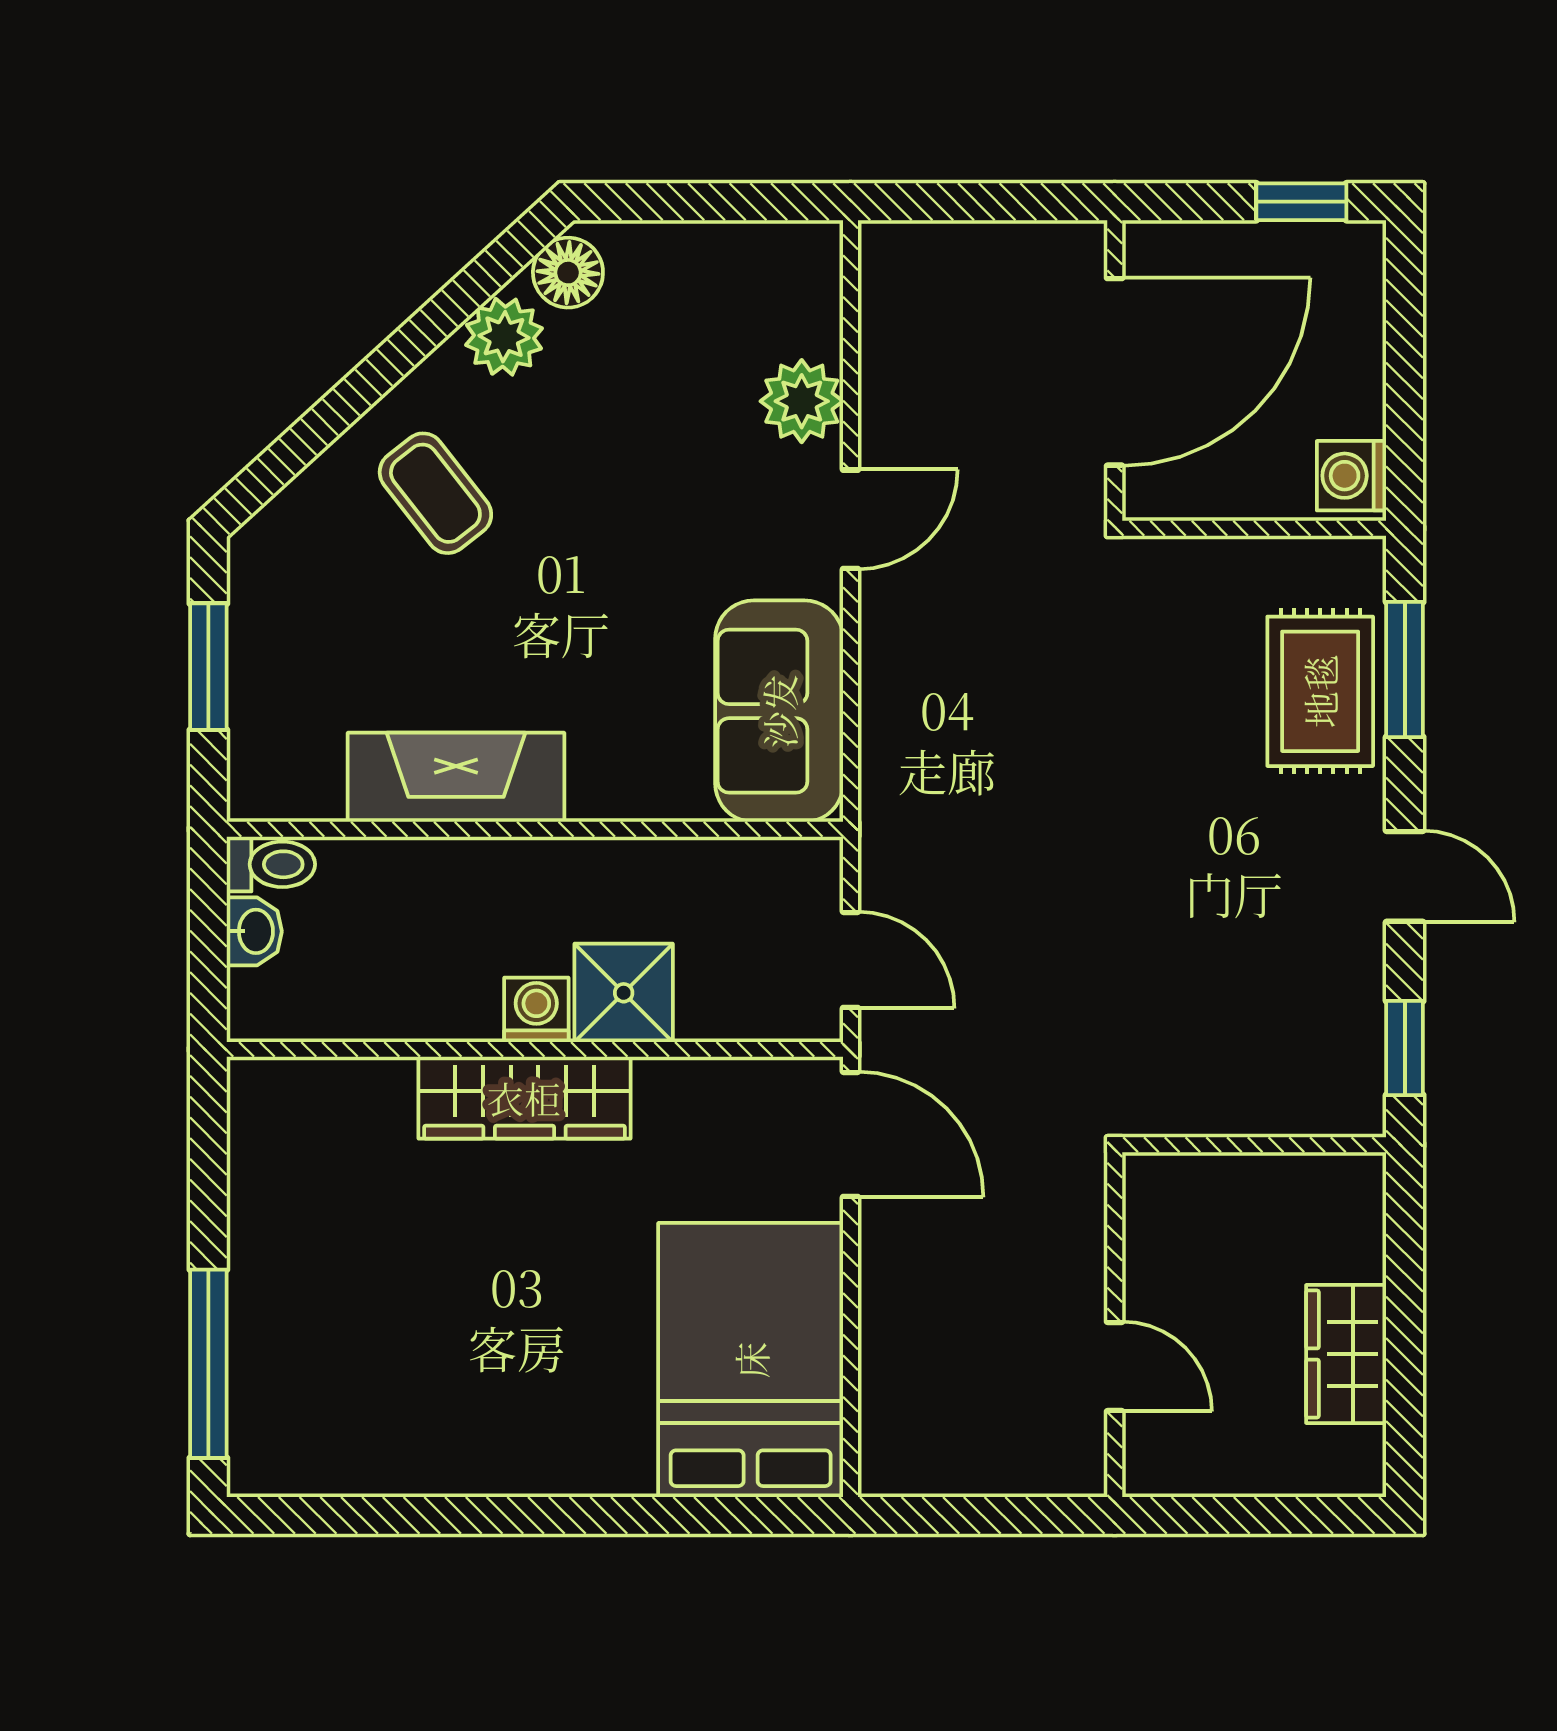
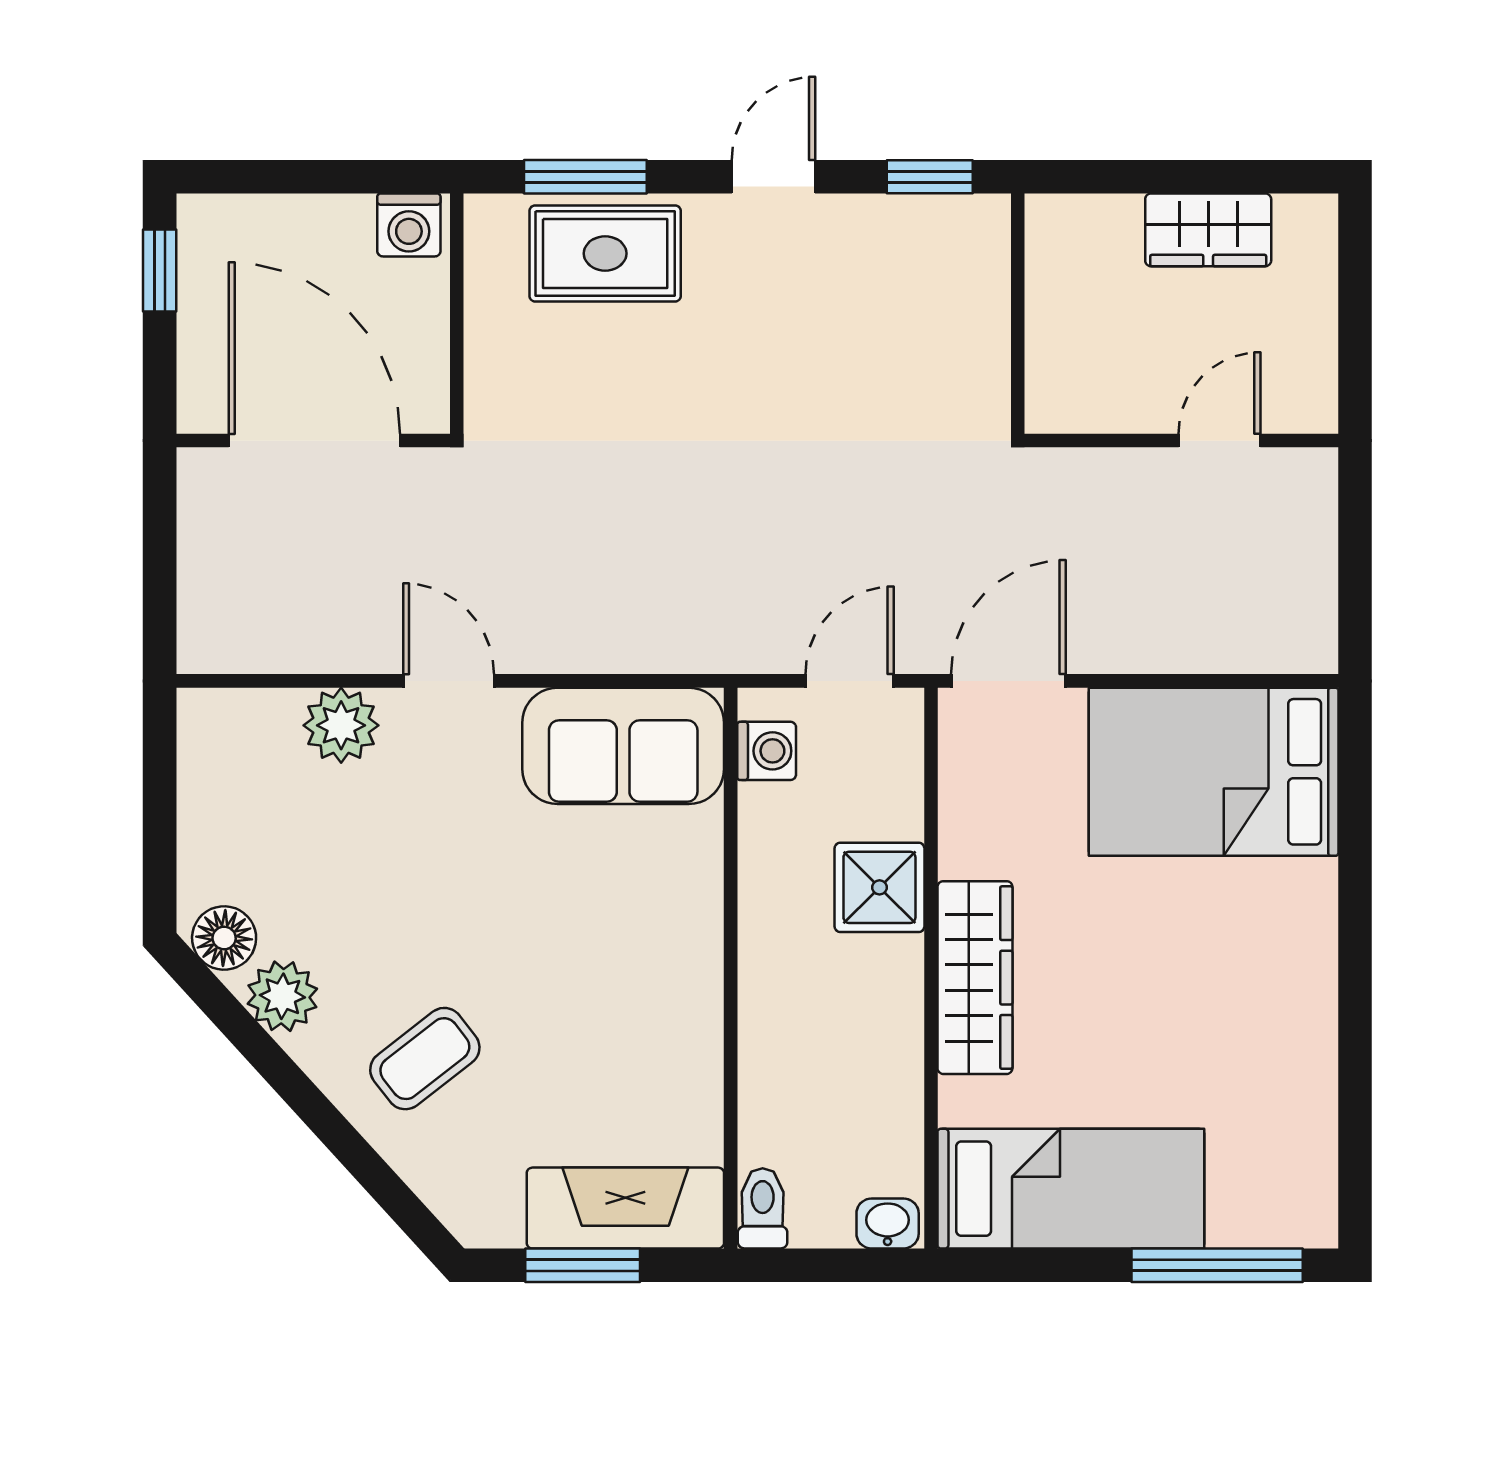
fireplace: (456, 777) -> (625, 1208), moved, turned 90
washbasin: (254, 931) -> (888, 1223), moved
washing machine: (536, 1010) -> (767, 751), moved, turned 180
bed: (293, 1203) -> (1071, 1189), added

